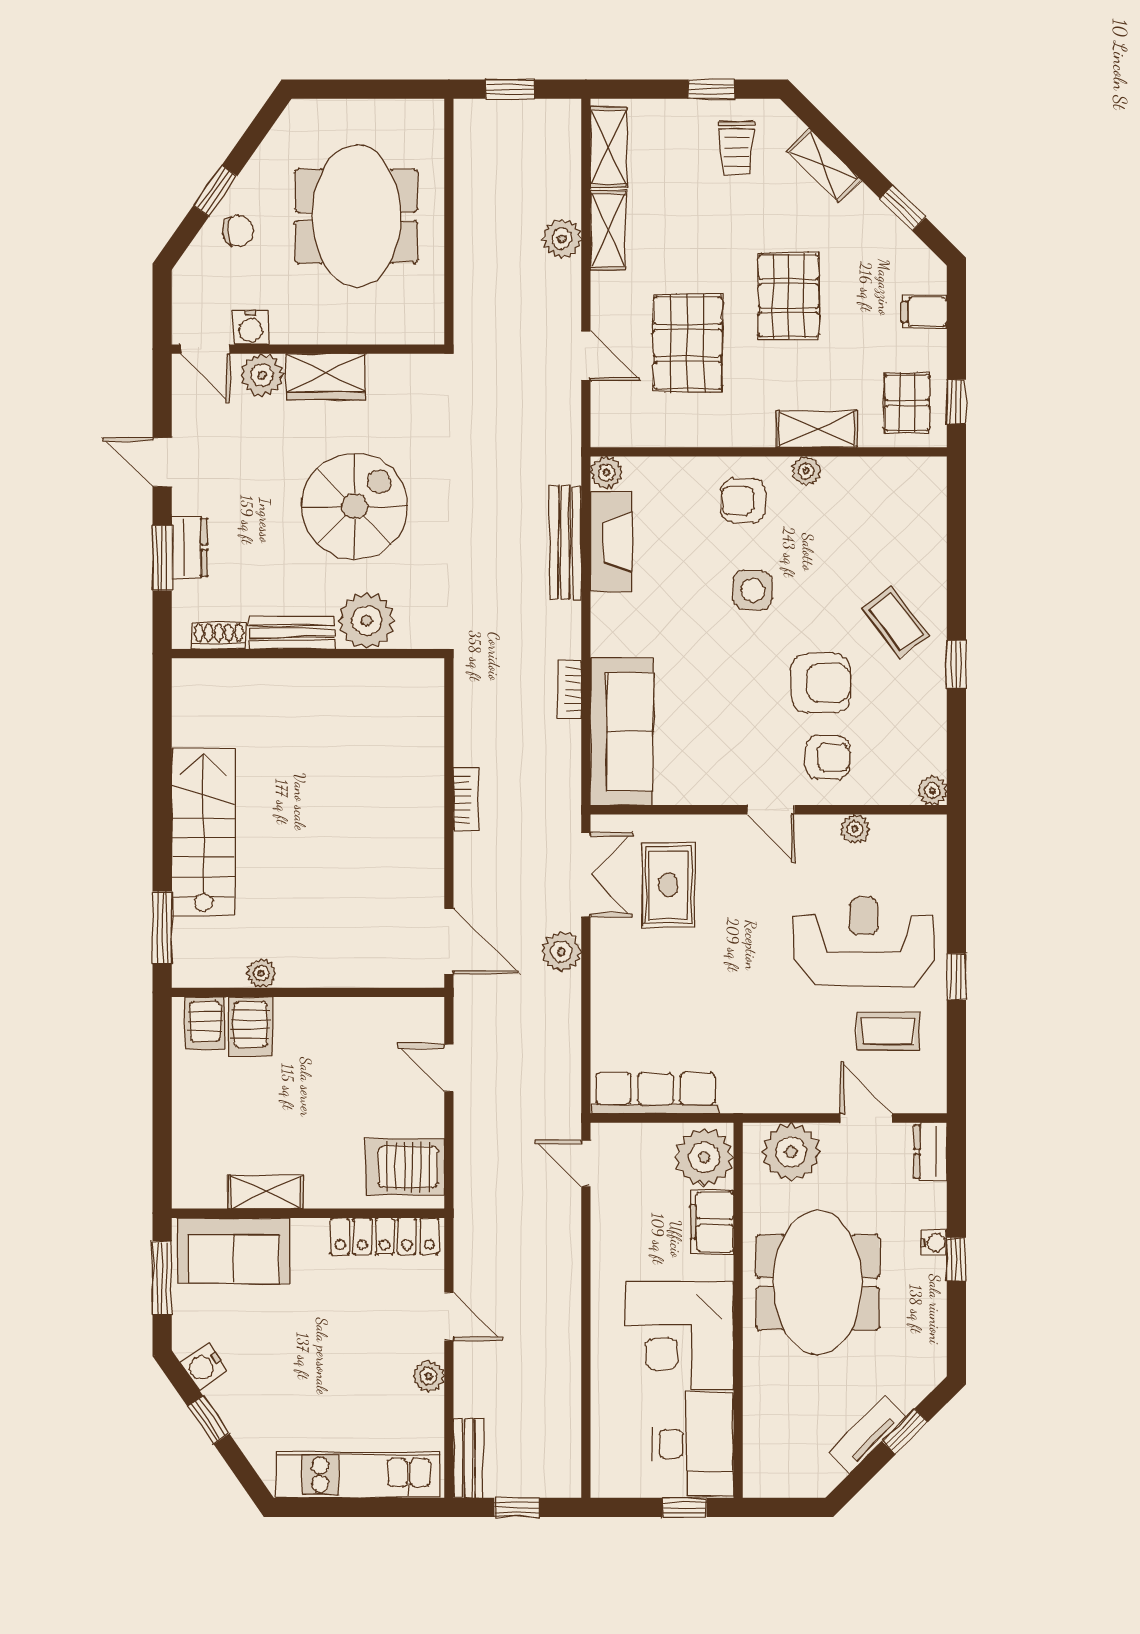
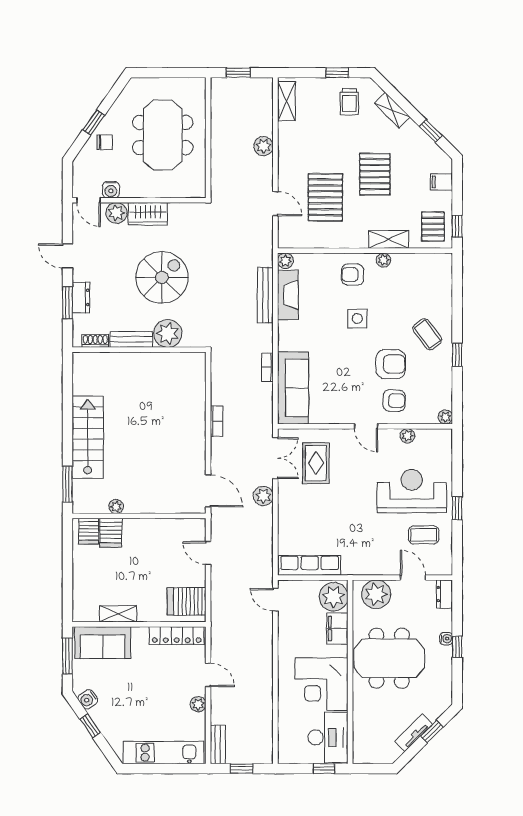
shelving: (608, 230) -> (286, 142), removed
meeting table: (818, 1282) -> (389, 658), turned 90

